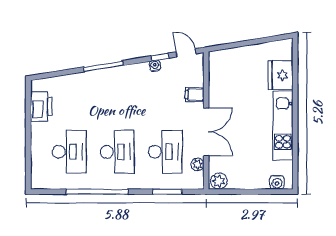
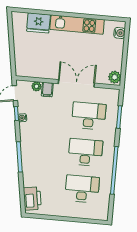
printer: (41, 107) -> (32, 198), moved, turned 81
plant: (197, 164) -> (36, 86), moved

